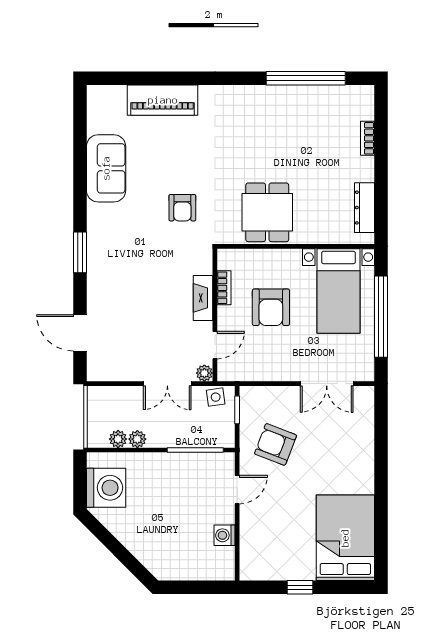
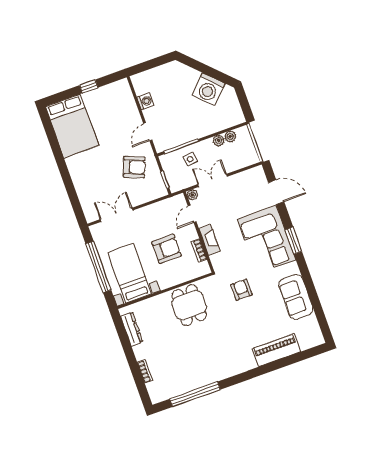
corner sofa: (119, 268) -> (266, 239), added
armchair: (271, 307) -> (167, 249), turned 90
side table: (216, 397) -> (190, 159), moved
washing machine: (106, 488) -> (209, 89), moved, turned -45

